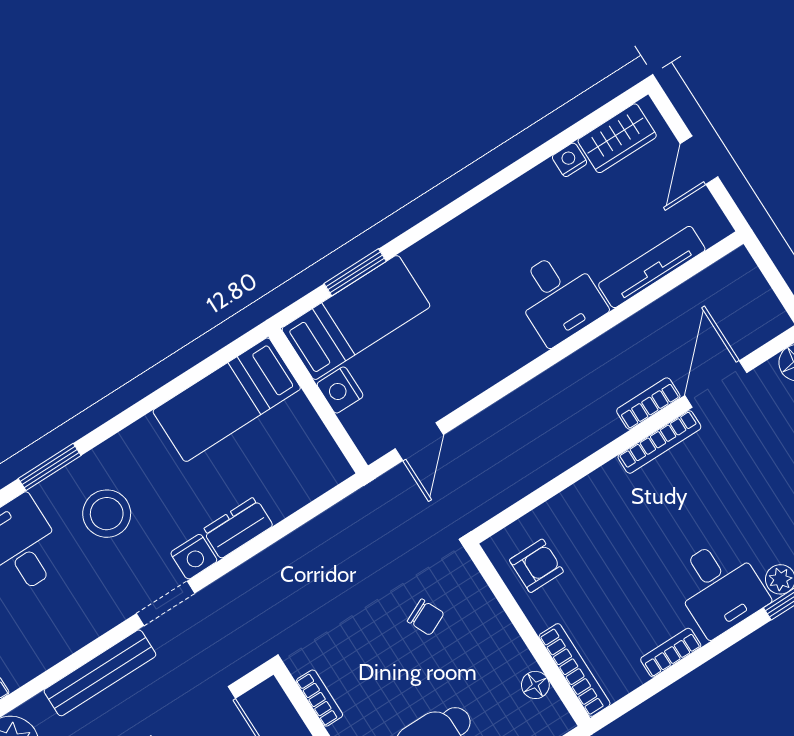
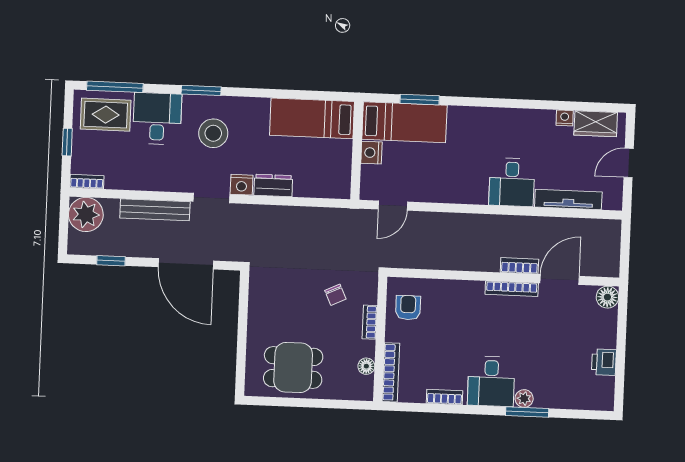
armchair: (536, 566) -> (408, 308), turned -90
bookcase: (319, 698) -> (370, 322), moved, turned 180

